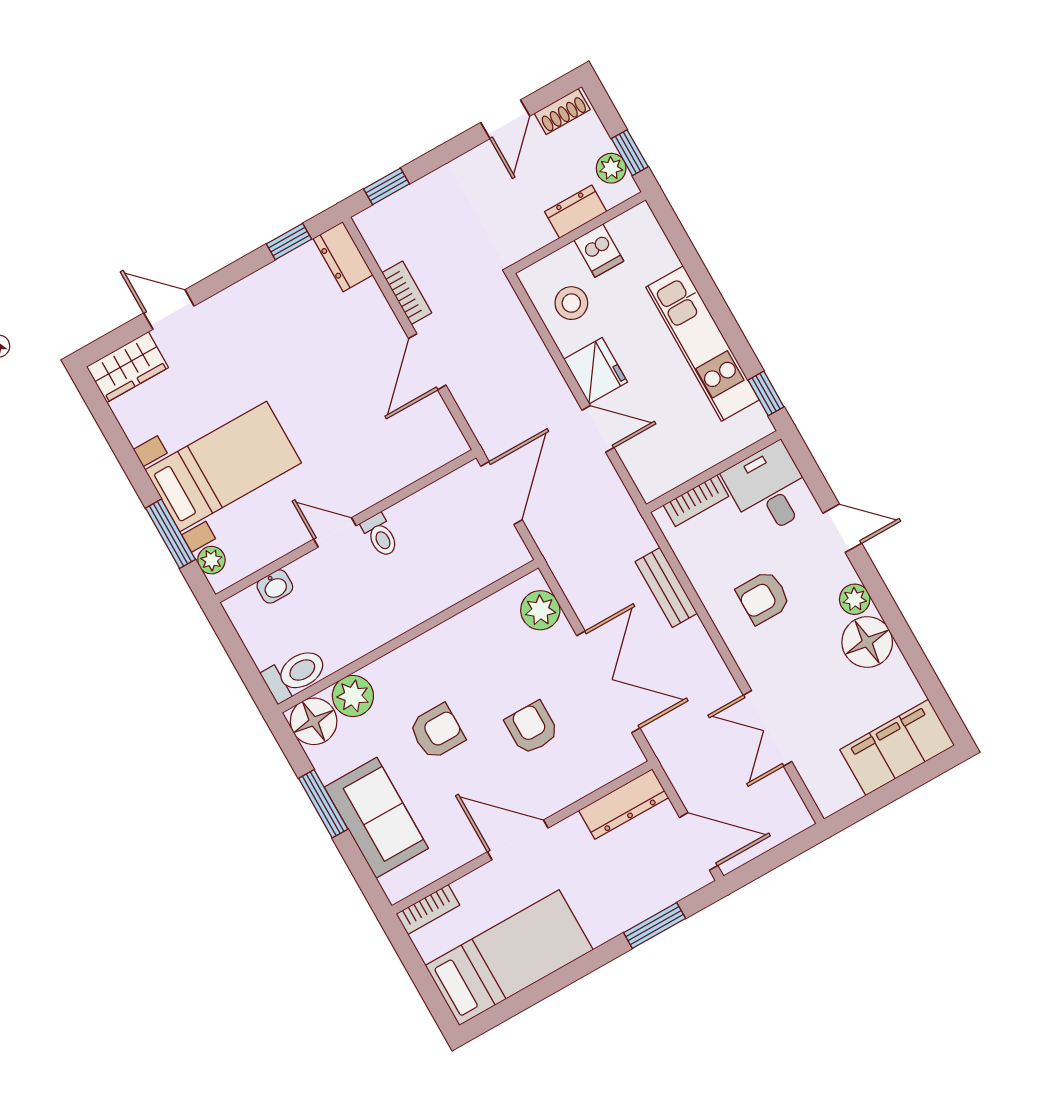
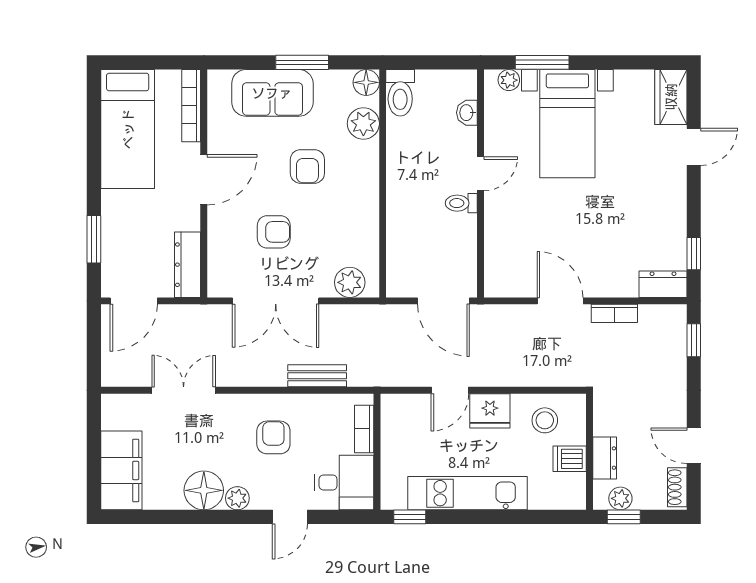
floor lamp: (314, 721) -> (366, 82), width x0.73, depth x0.73
bookcase: (428, 909) -> (191, 106), width x1.56

